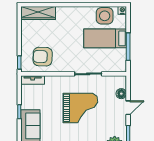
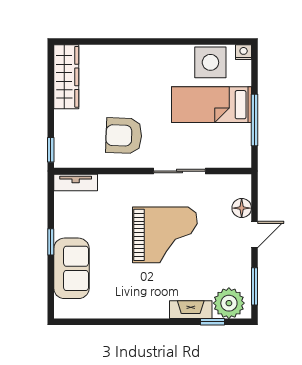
wardrobe: (38, 13) -> (66, 77), moved, turned -90
armchair: (43, 57) -> (124, 136), moved

